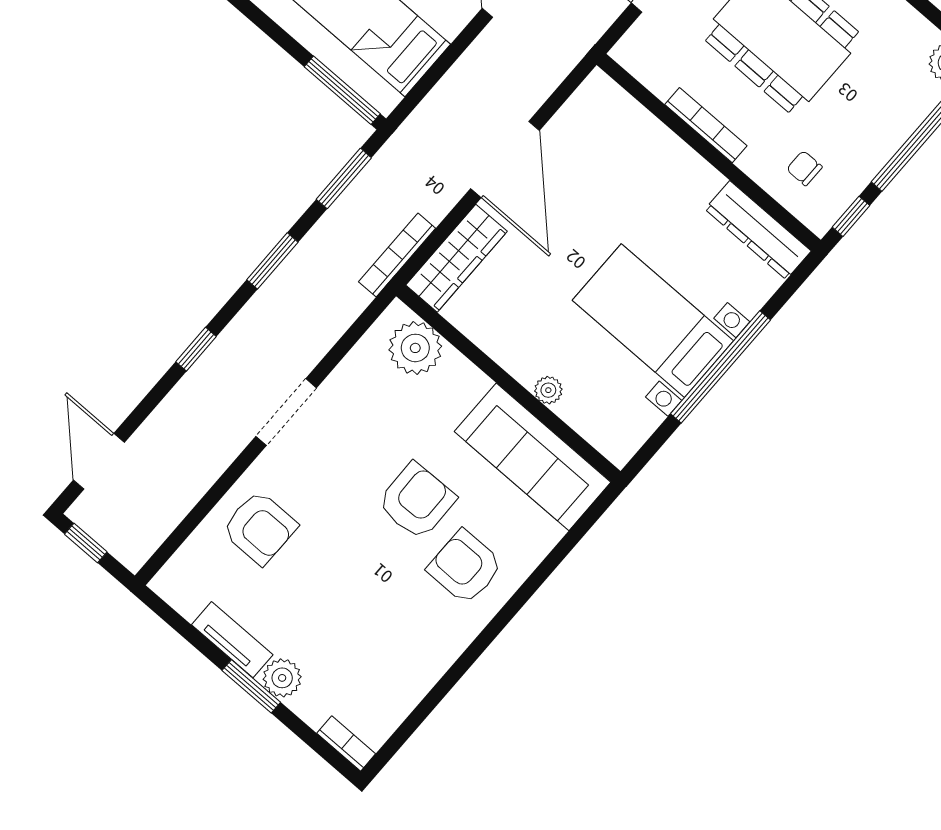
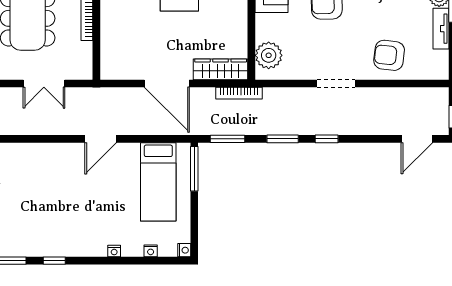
door: (505, 159) -> (167, 84), swing flipped
window: (196, 349) -> (327, 139), moved
armchair: (260, 528) -> (389, 55), turned -83

